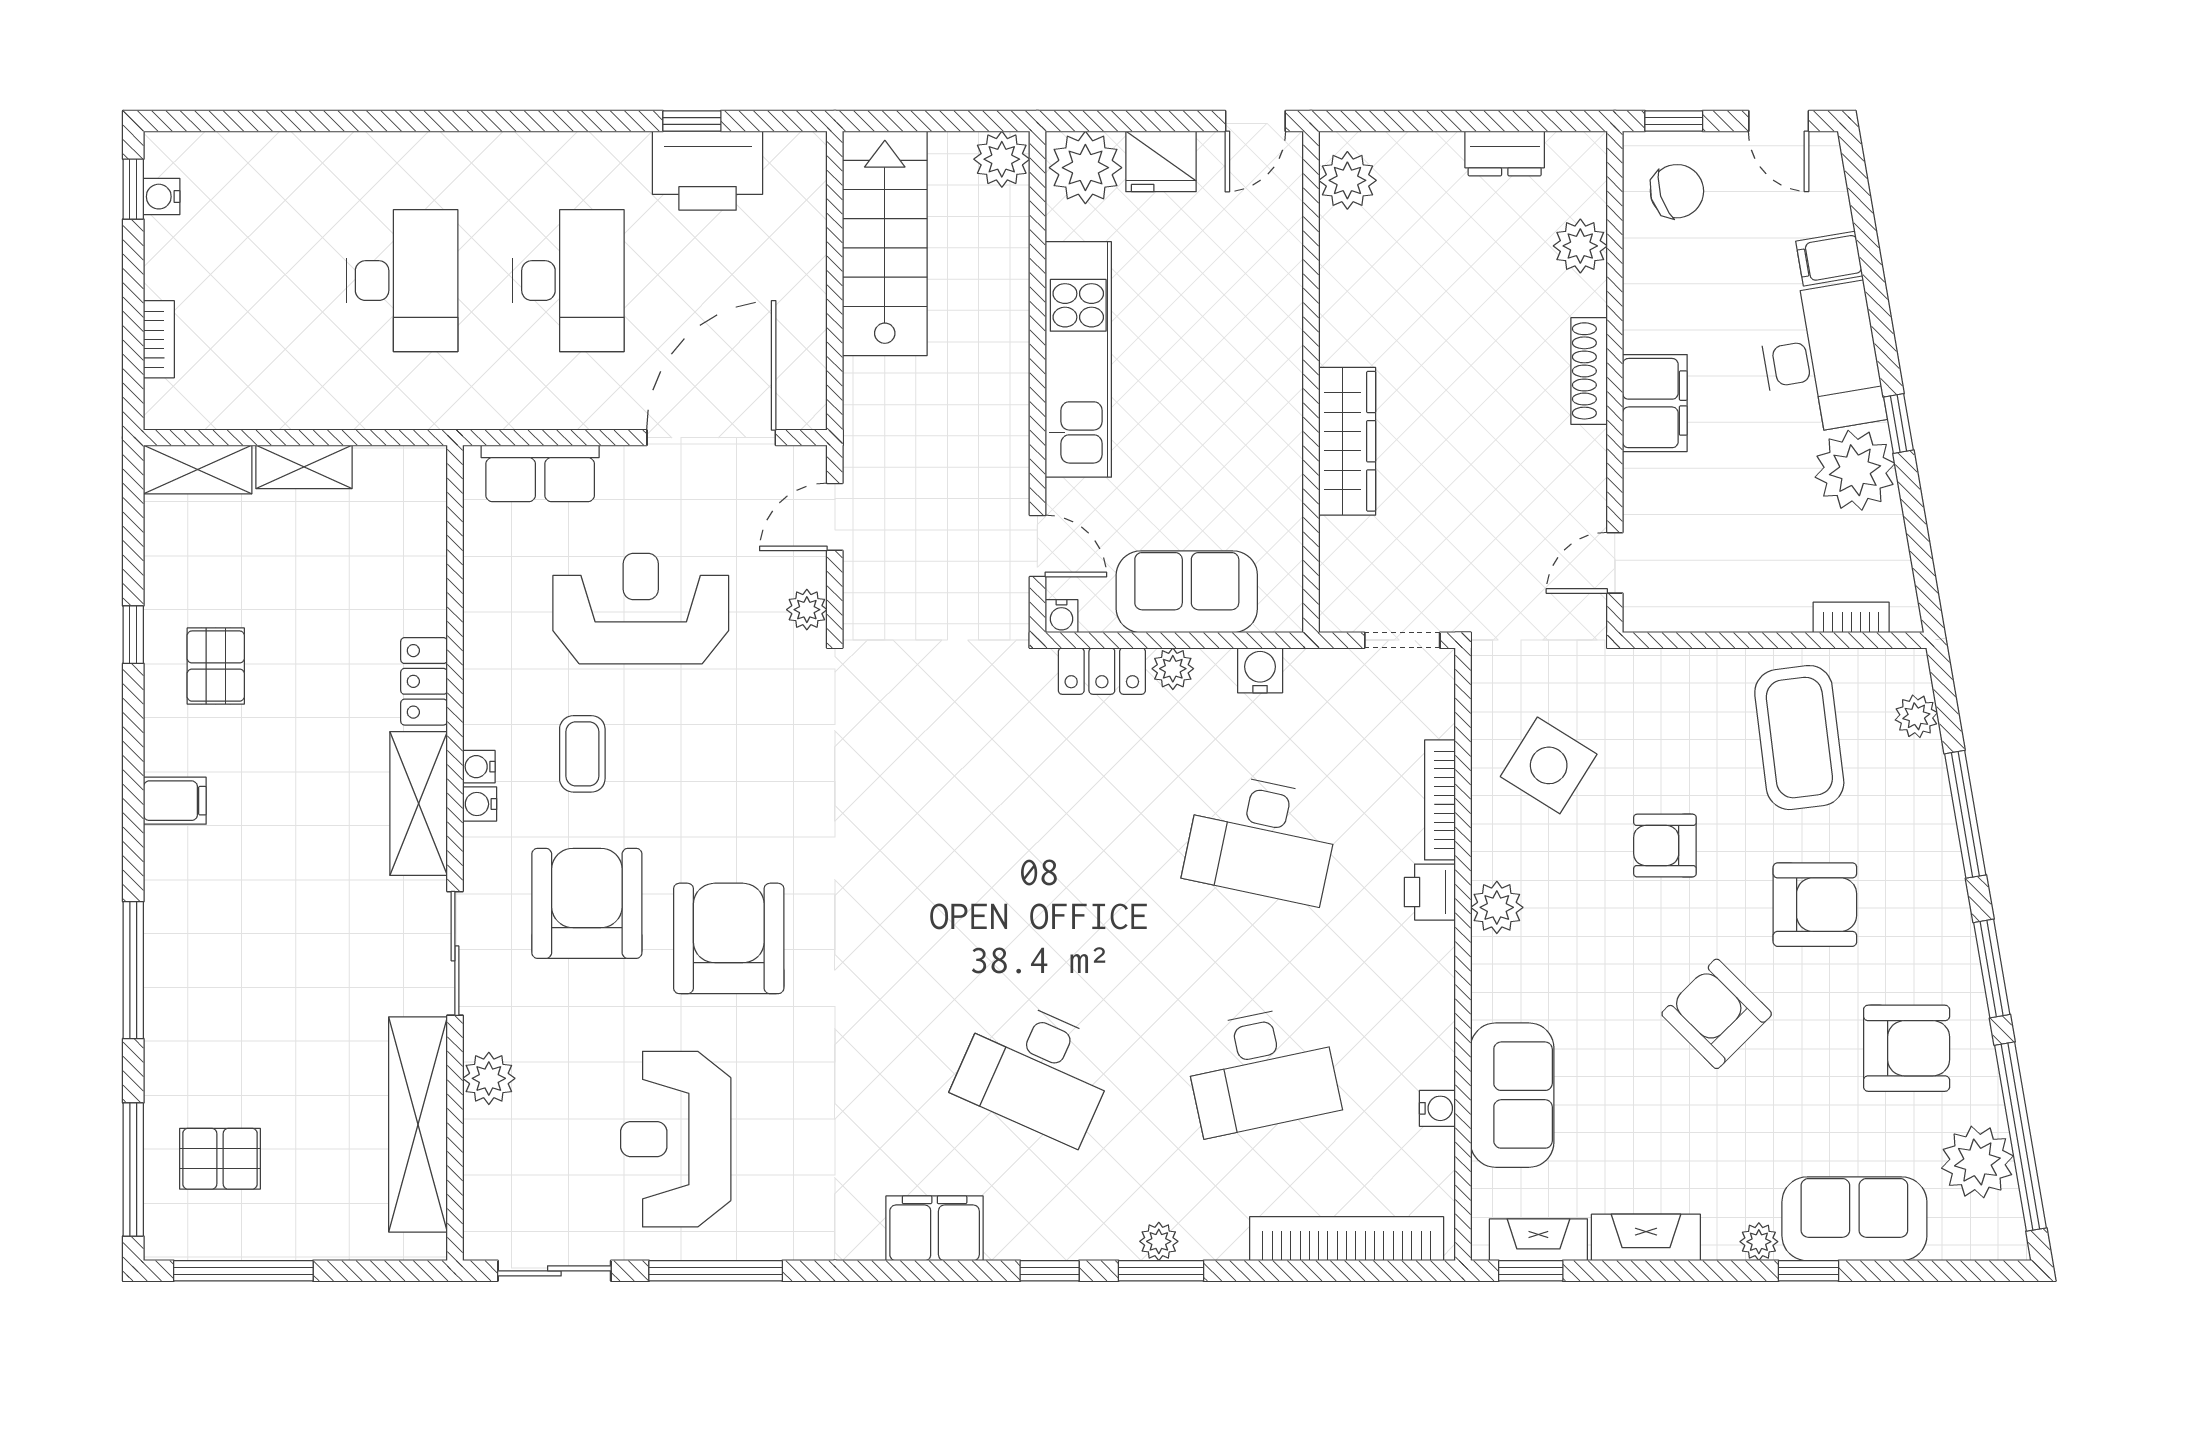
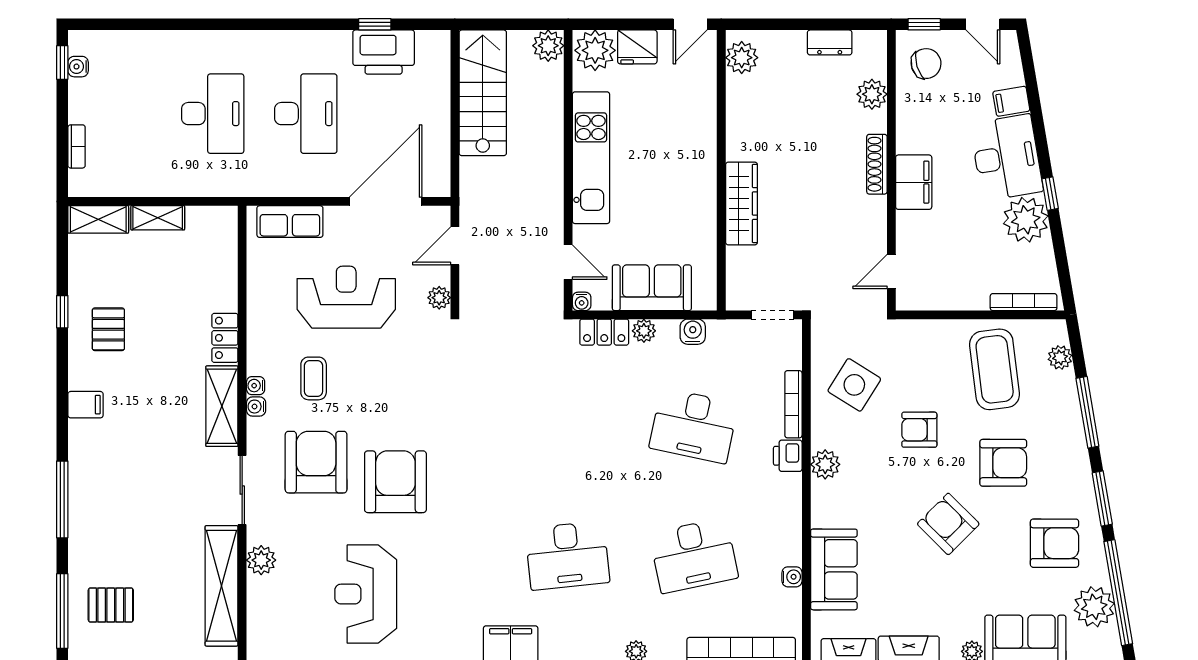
bookcase: (1851, 617) -> (1024, 302), width x1.56
desk: (1036, 1070) -> (567, 555), turned -30

